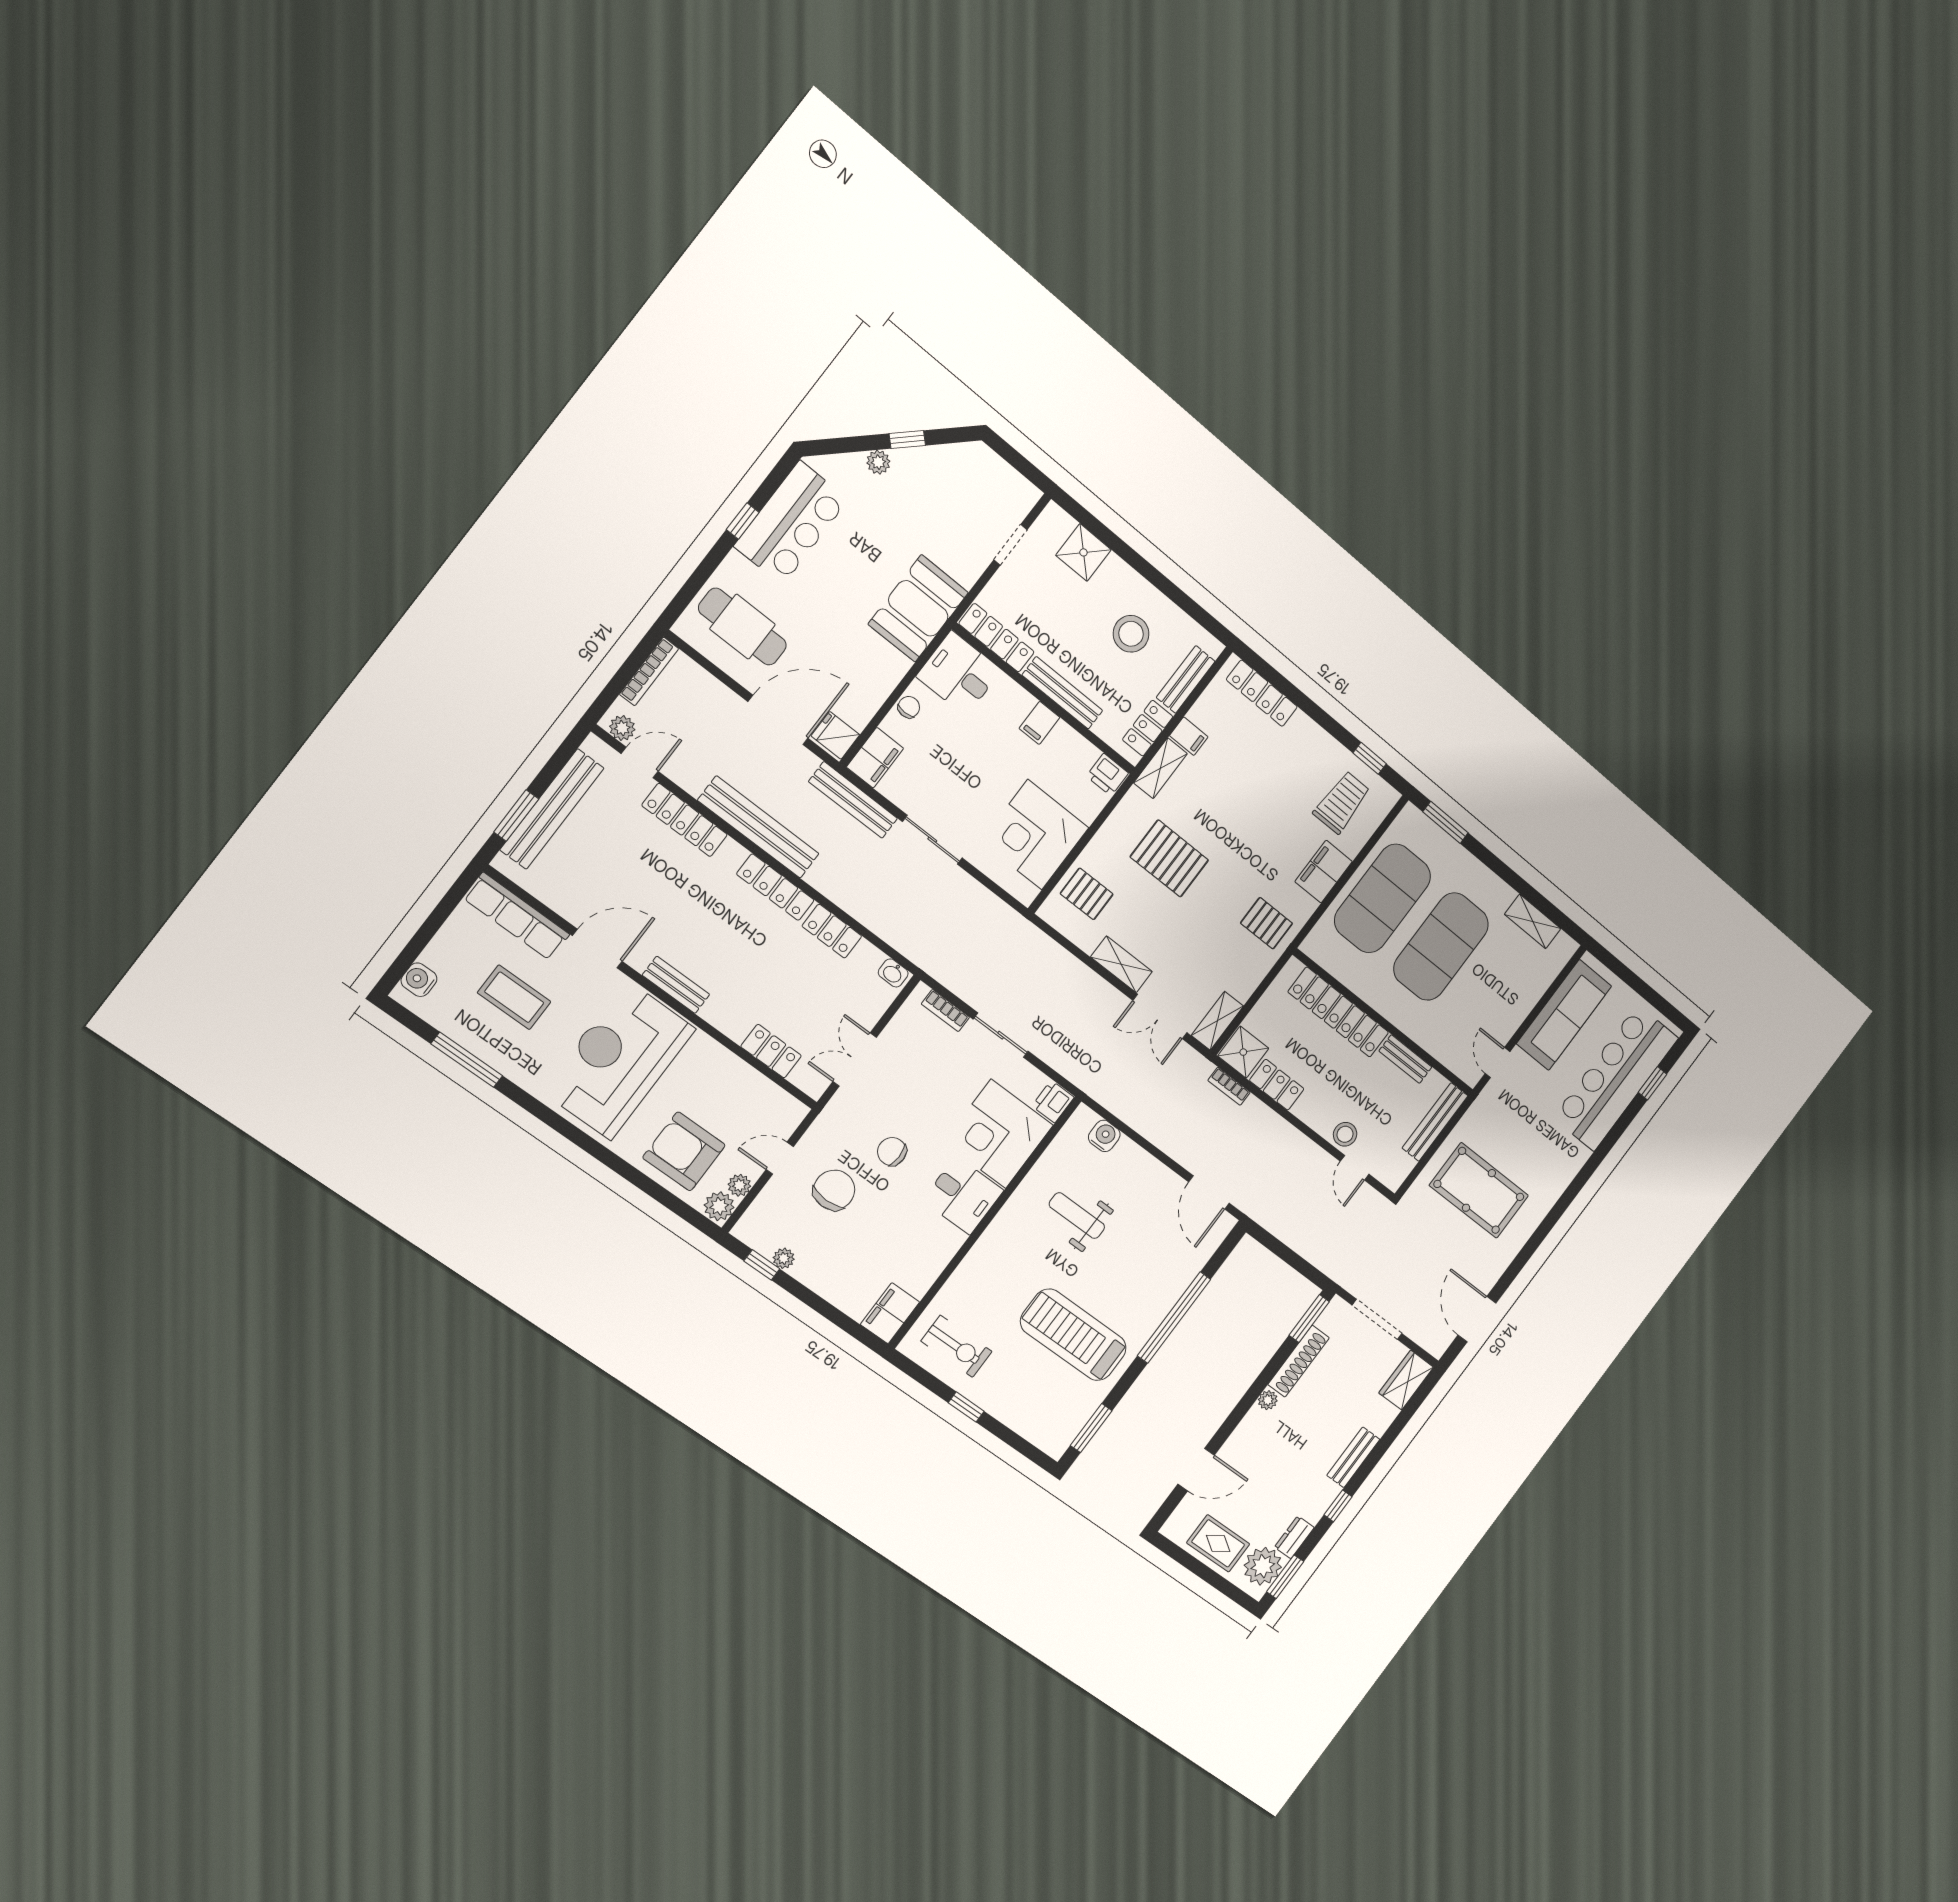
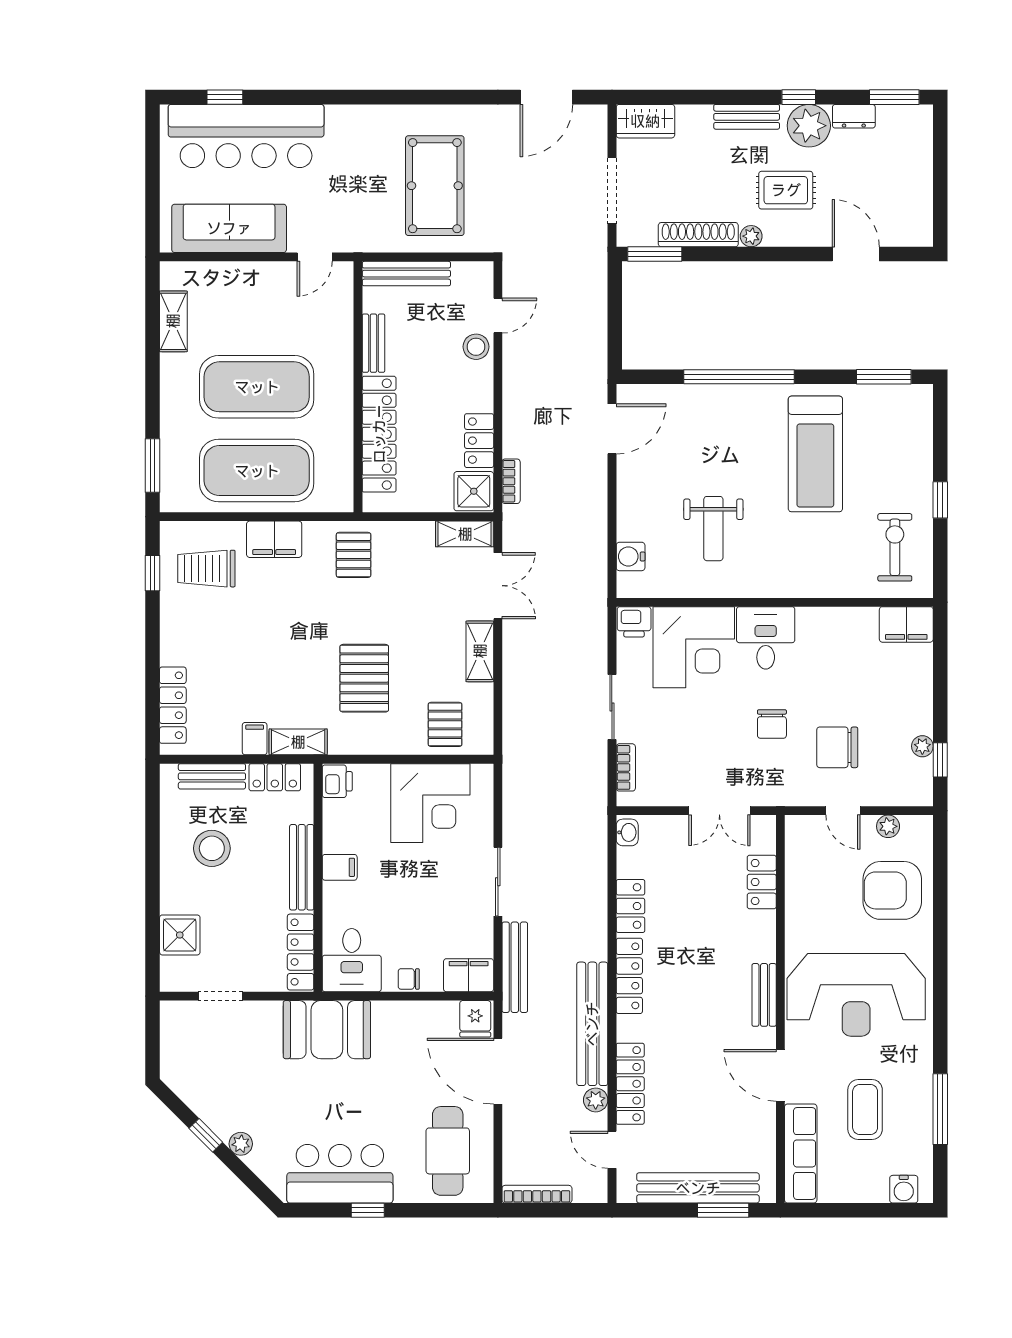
plant: (622, 728) -> (596, 1100), moved
armchair: (684, 1151) -> (892, 890), turned 90
plant: (719, 1206) -> (917, 830), removed
rug: (1218, 1543) -> (786, 190), moved, turned 90
plant: (1263, 1566) -> (809, 126), moved

